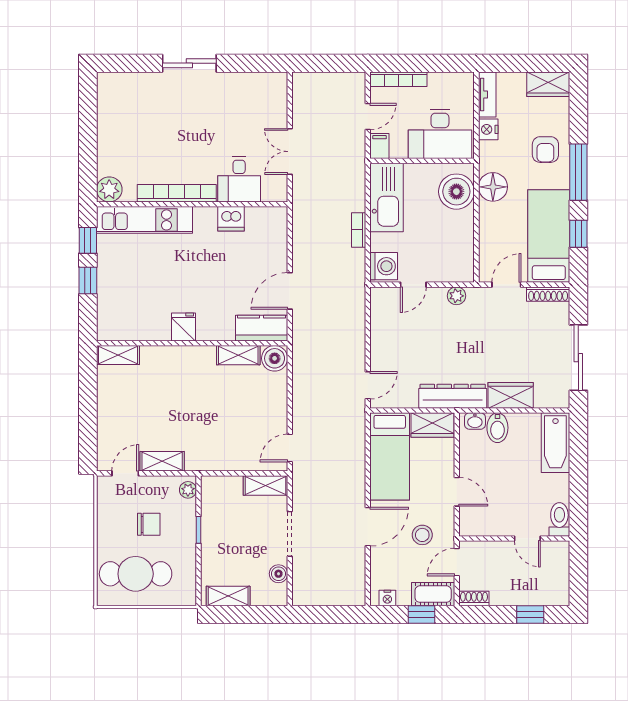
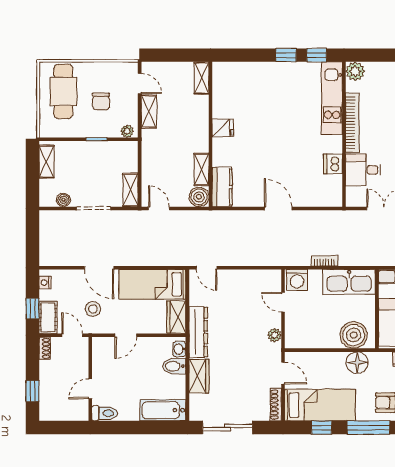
fridge: (183, 327) -> (223, 128), moved
kitchen counter: (262, 328) -> (222, 187), moved
wall: (192, 343) -> (210, 134), moved
shelving: (118, 355) -> (202, 78), moved
shelving: (238, 355) -> (201, 169), moved
boiler: (275, 358) -> (199, 197), moved

